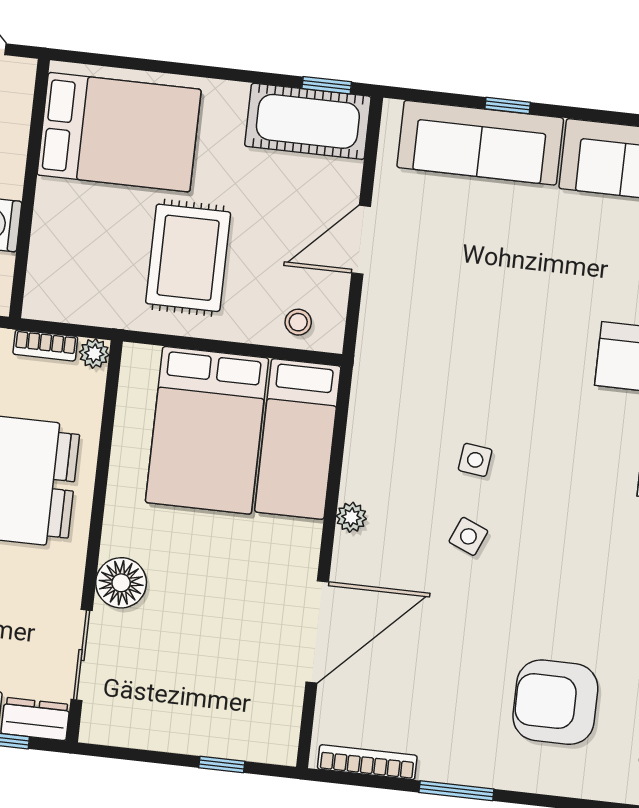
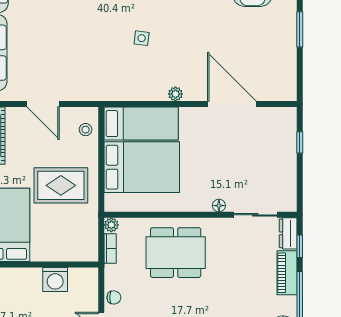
side table: (468, 536) -> (178, 37), removed
floor lamp: (121, 583) -> (219, 206), width x0.53, depth x0.53
bookcase: (367, 762) -> (291, 73), removed

